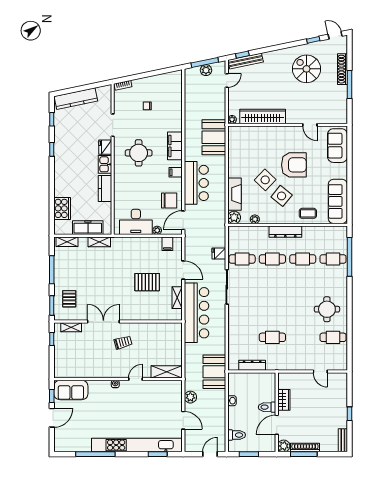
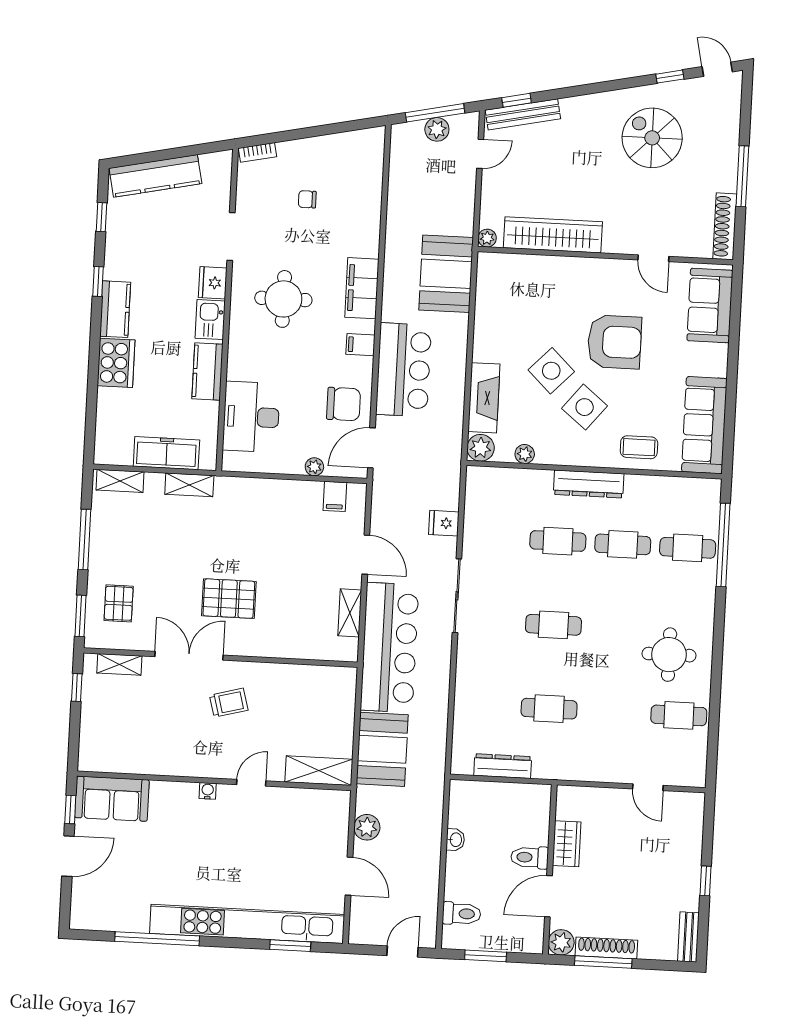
shoe rack: (343, 69) -> (725, 226), moved
kitchen counter: (60, 162) -> (115, 309), added
cooker: (62, 208) -> (116, 363), moved
desk: (136, 222) -> (251, 417), moved, turned 90
cafe table: (242, 259) -> (553, 625), moved
pallet: (147, 282) -> (229, 599), moved
booth: (214, 372) -> (382, 749), moved

